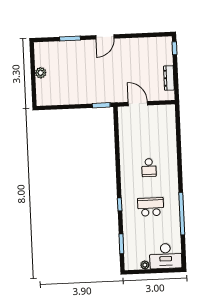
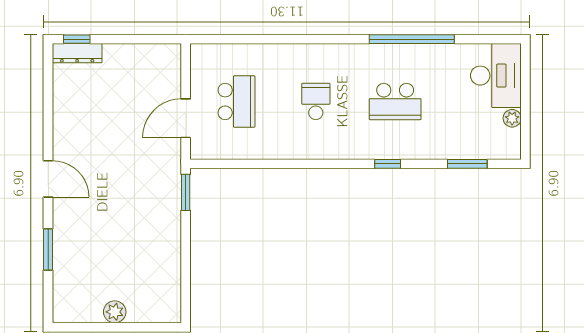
dresser: (169, 78) -> (77, 53), moved
school desk: (147, 128) -> (236, 101), added
school desk: (149, 168) -> (316, 101), turned -90
school desk: (151, 207) -> (395, 101), turned -90

